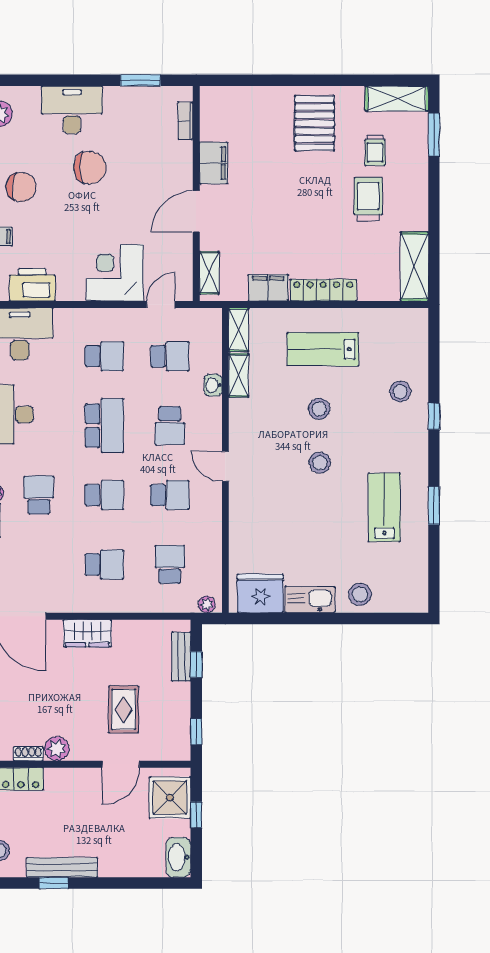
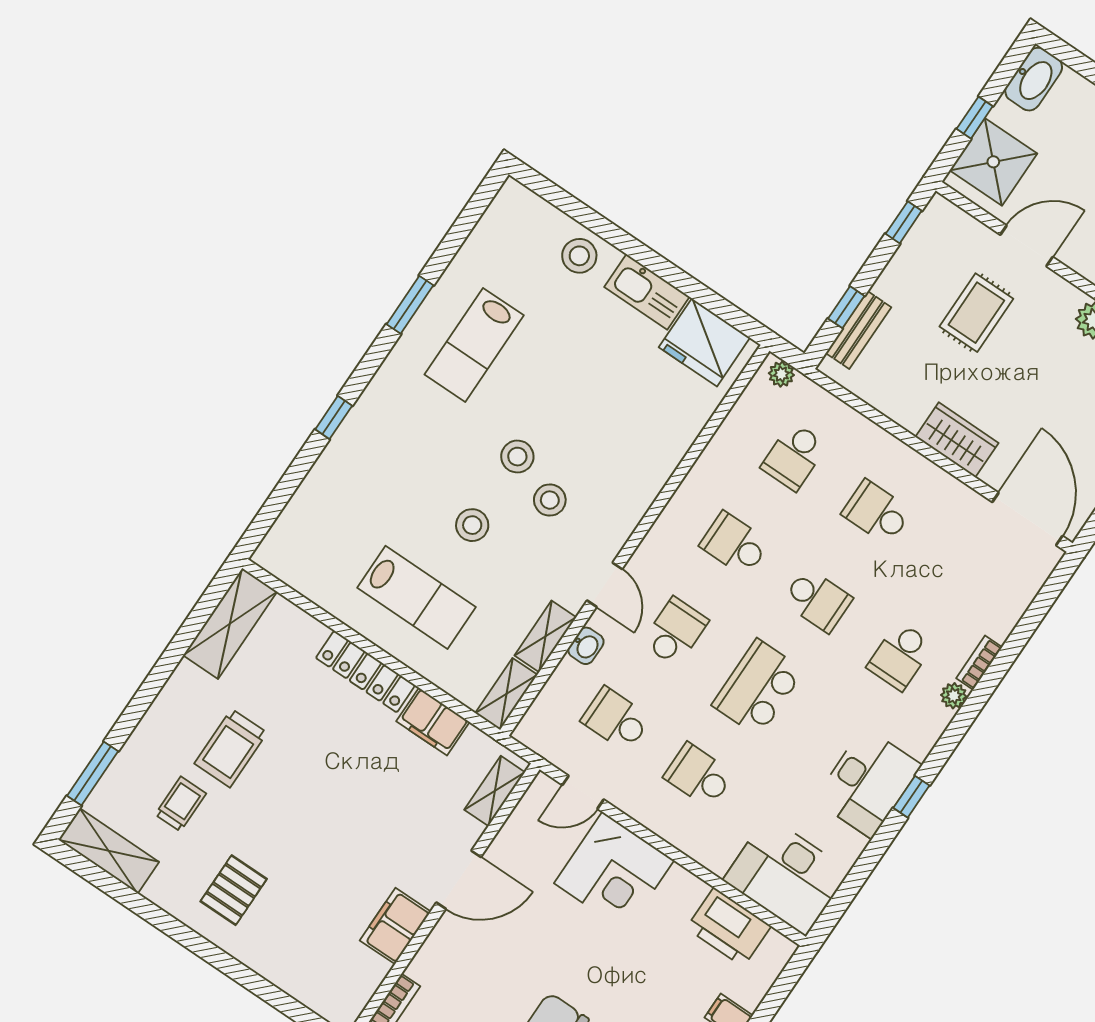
pallet: (314, 123) -> (234, 890), width x0.67, depth x0.71
stool: (400, 391) -> (550, 500), moved
door: (225, 466) -> (605, 585), moved
school desk: (104, 495) -> (817, 600), turned 180

